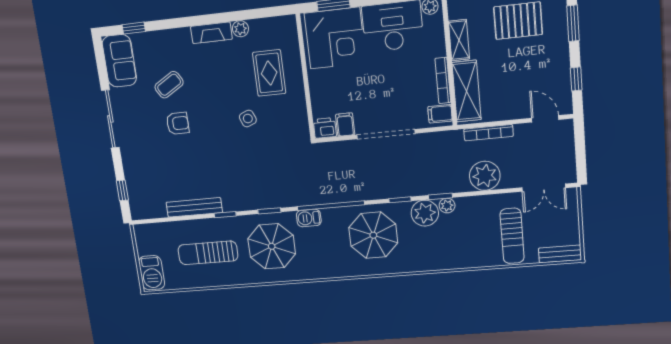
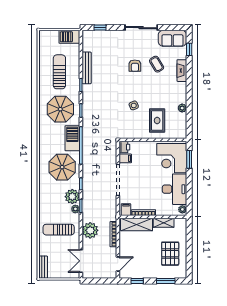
fireplace: (211, 33) -> (182, 71), moved
rug: (269, 73) -> (157, 120), turned 90
barbecue: (309, 218) -> (72, 138), width x1.88, depth x1.53
sun lounger: (512, 236) -> (59, 230), moved
barbecue: (152, 273) -> (69, 37), moved

